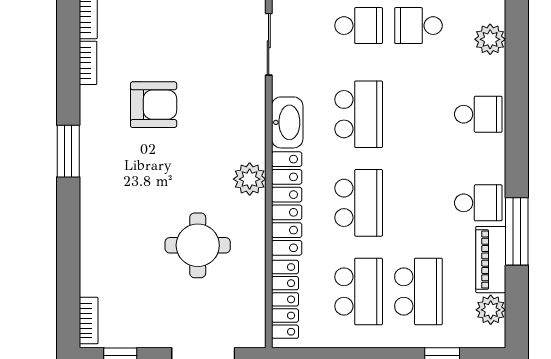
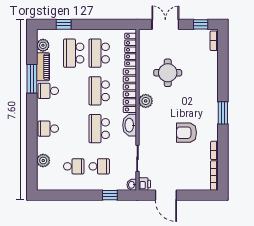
school desk: (359, 26) -> (99, 166), turned 180

